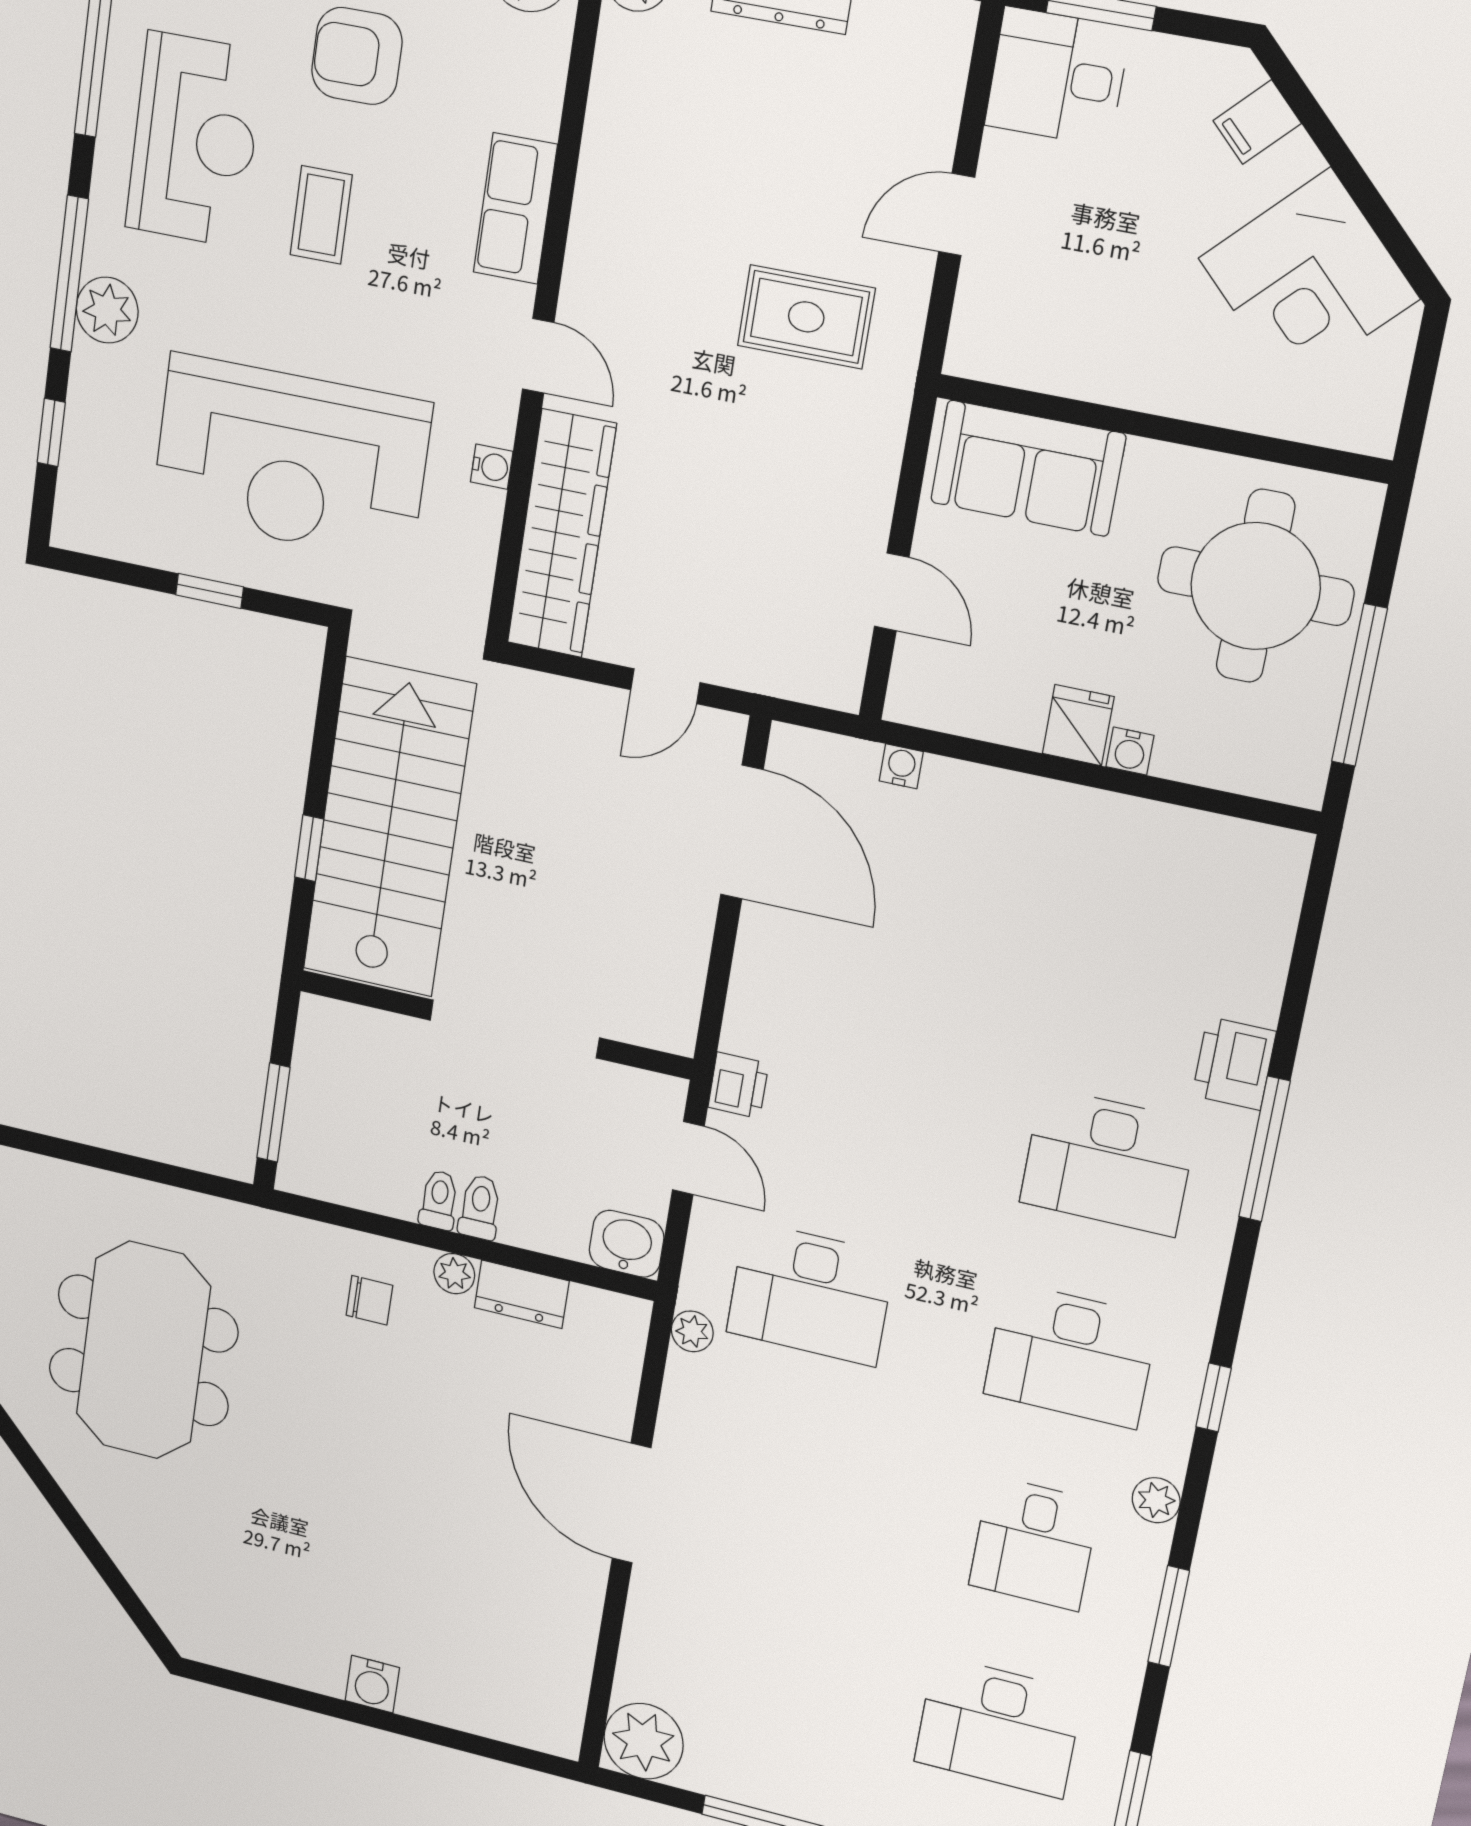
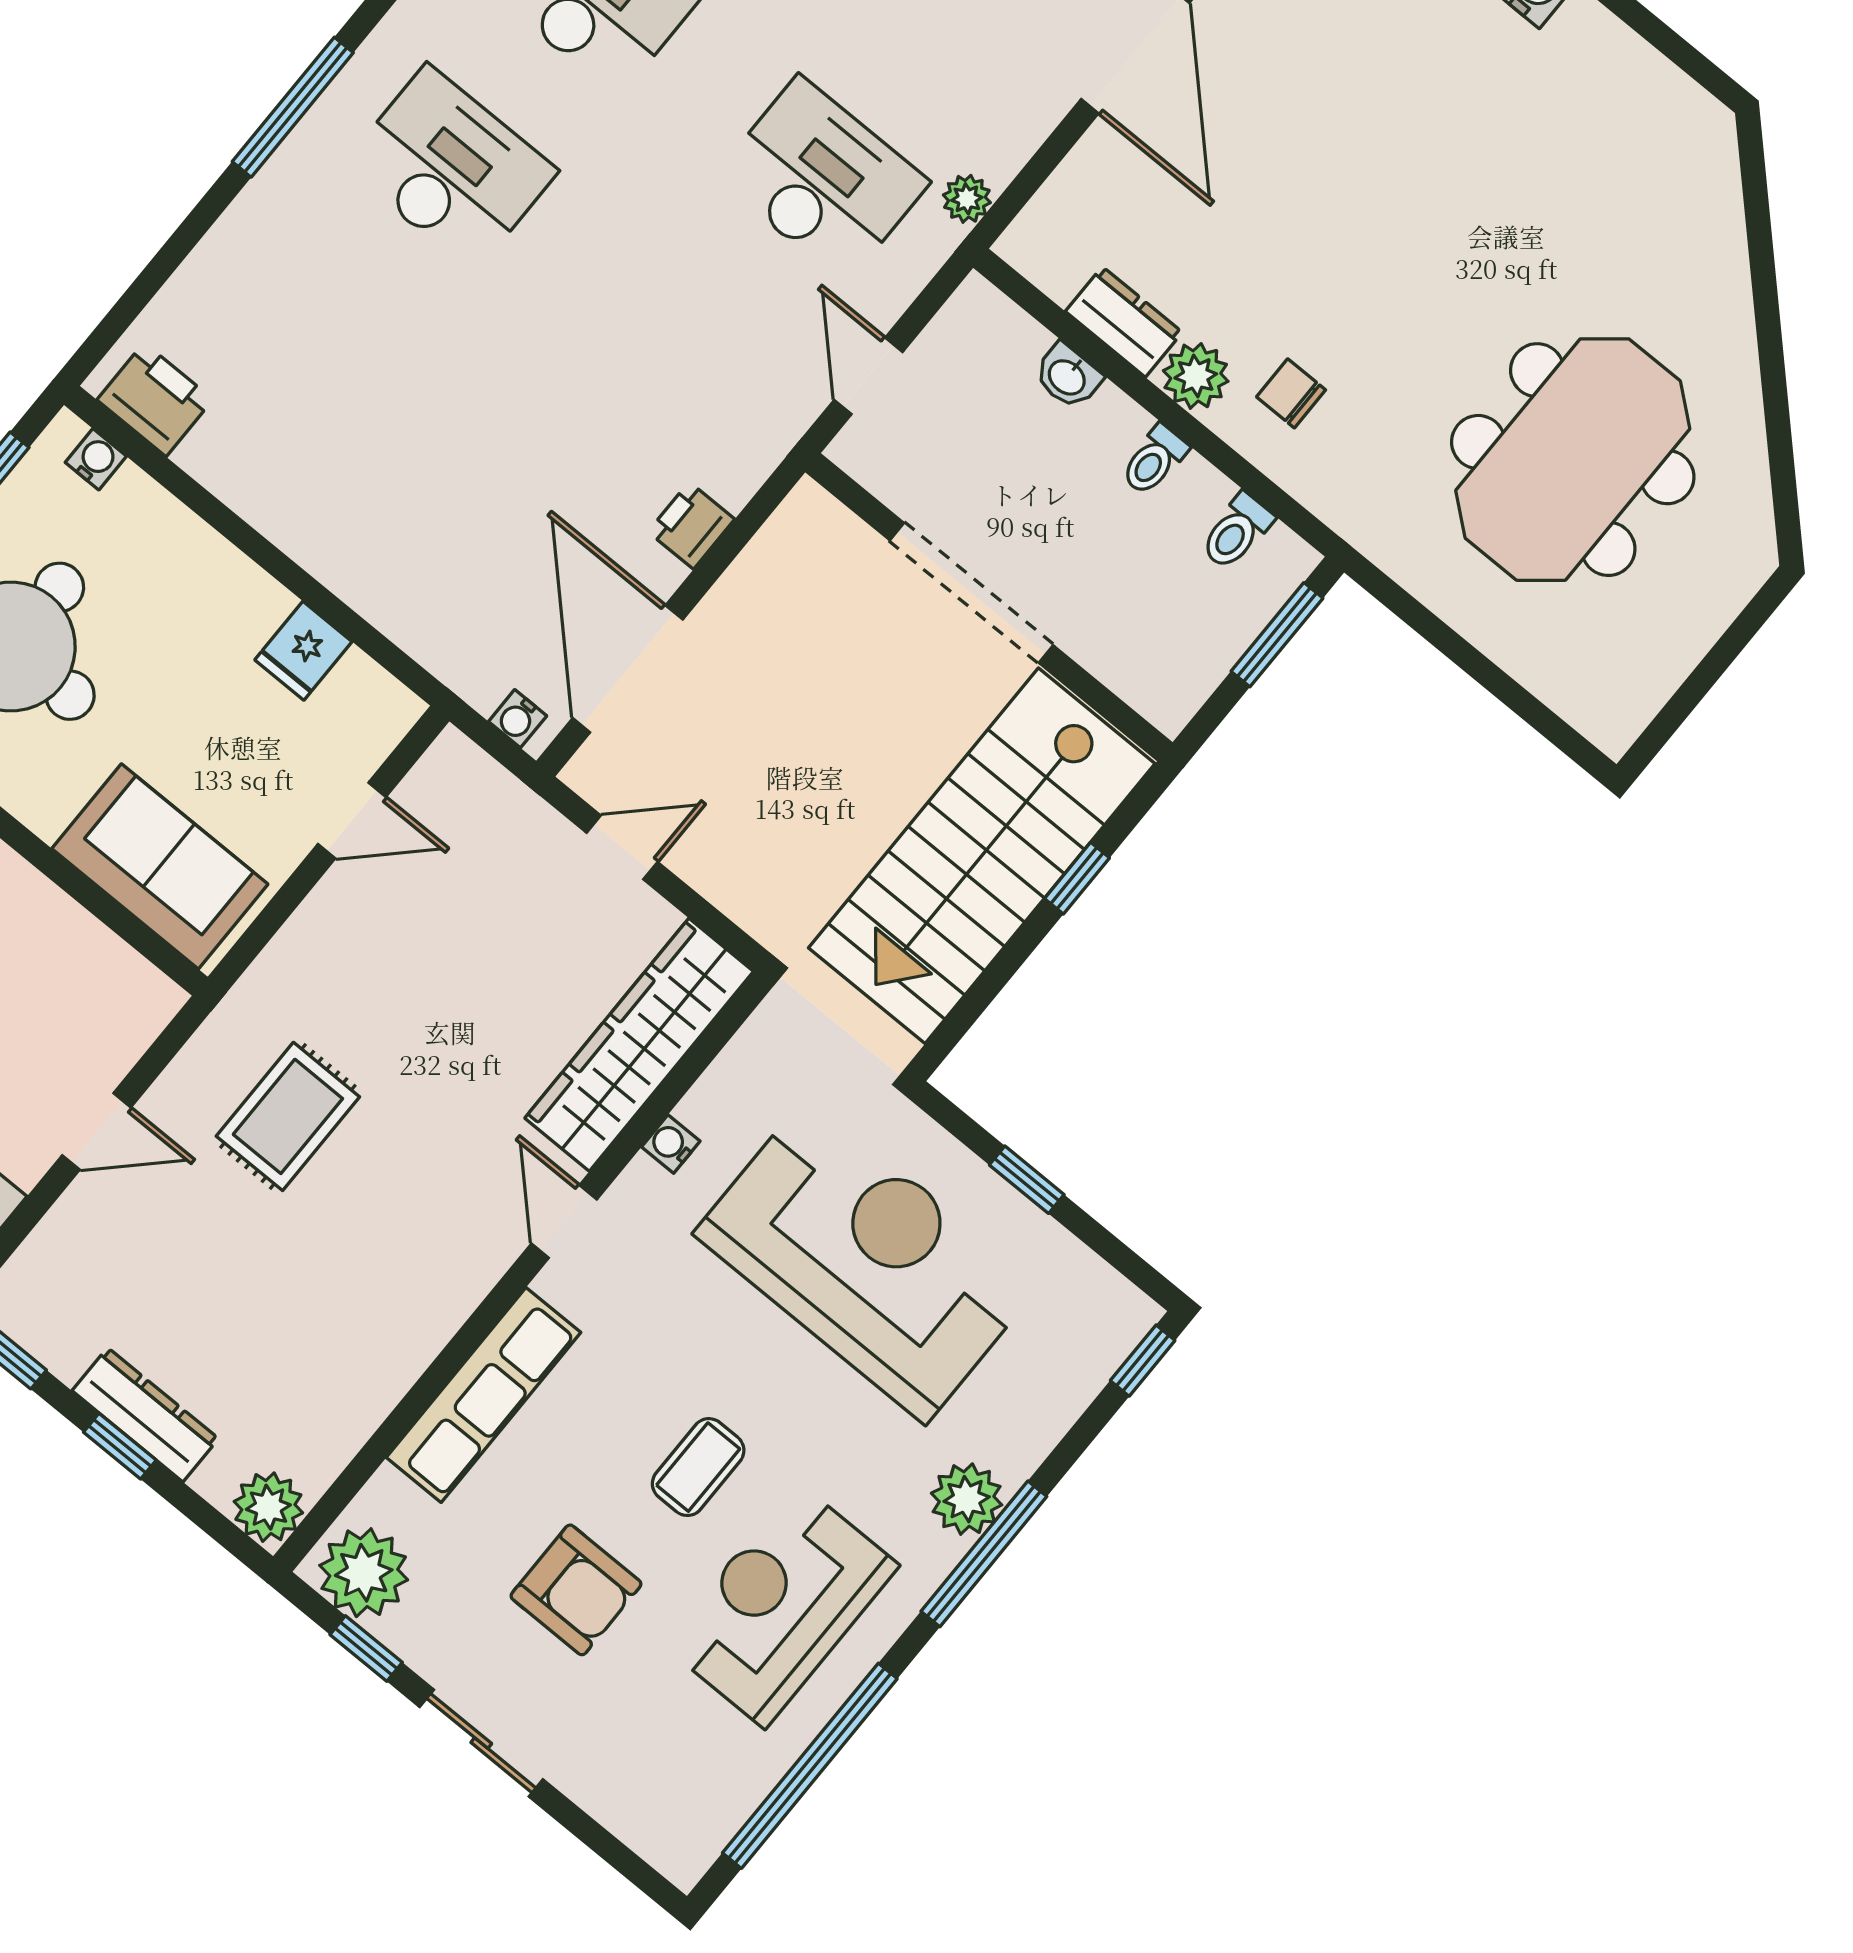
row of seats: (515, 208) -> (484, 1395), width x1.48
rug: (806, 317) -> (288, 1116), turned 90
window: (51, 432) -> (1143, 1361), moved
door: (892, 592) -> (352, 820), swing flipped
fridge: (1078, 725) -> (303, 651), moved
water cooler: (1130, 751) -> (96, 459), moved
water cooler: (901, 766) -> (518, 719), moved
printer: (1234, 1063) -> (155, 400), moved, turned -90
printer: (738, 1085) -> (691, 525), moved
toilet: (480, 1207) -> (1237, 532), moved
washbasin: (627, 1244) -> (1068, 376), moved, width x0.72, depth x0.69
plant: (454, 1274) -> (1196, 376), width x1.38, depth x1.38

